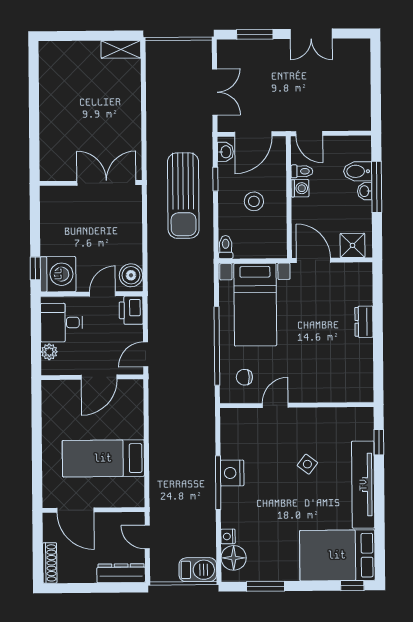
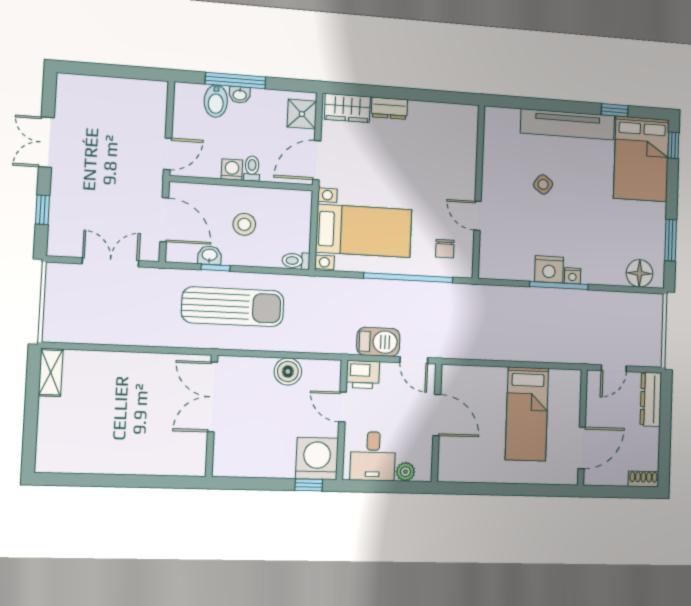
window: (255, 34) -> (43, 210), width x0.67
double door: (311, 34) -> (46, 142), swing flipped
washbasin: (225, 152) -> (210, 255), moved
toilet: (302, 171) -> (252, 168), moved
boiler: (131, 275) -> (288, 371), moved
wardrobe: (361, 285) -> (347, 108), added
window: (379, 442) -> (615, 110), moved
nightstand: (228, 536) -> (572, 276), moved
shoe rack: (50, 563) -> (643, 479), width x0.70
barbecue: (198, 570) -> (378, 342), moved, turned 90

